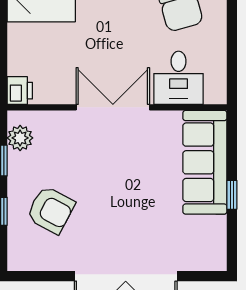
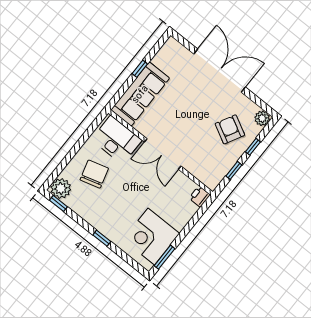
desk: (179, 78) -> (117, 140), width x1.37
plant: (20, 138) -> (262, 118), moved

